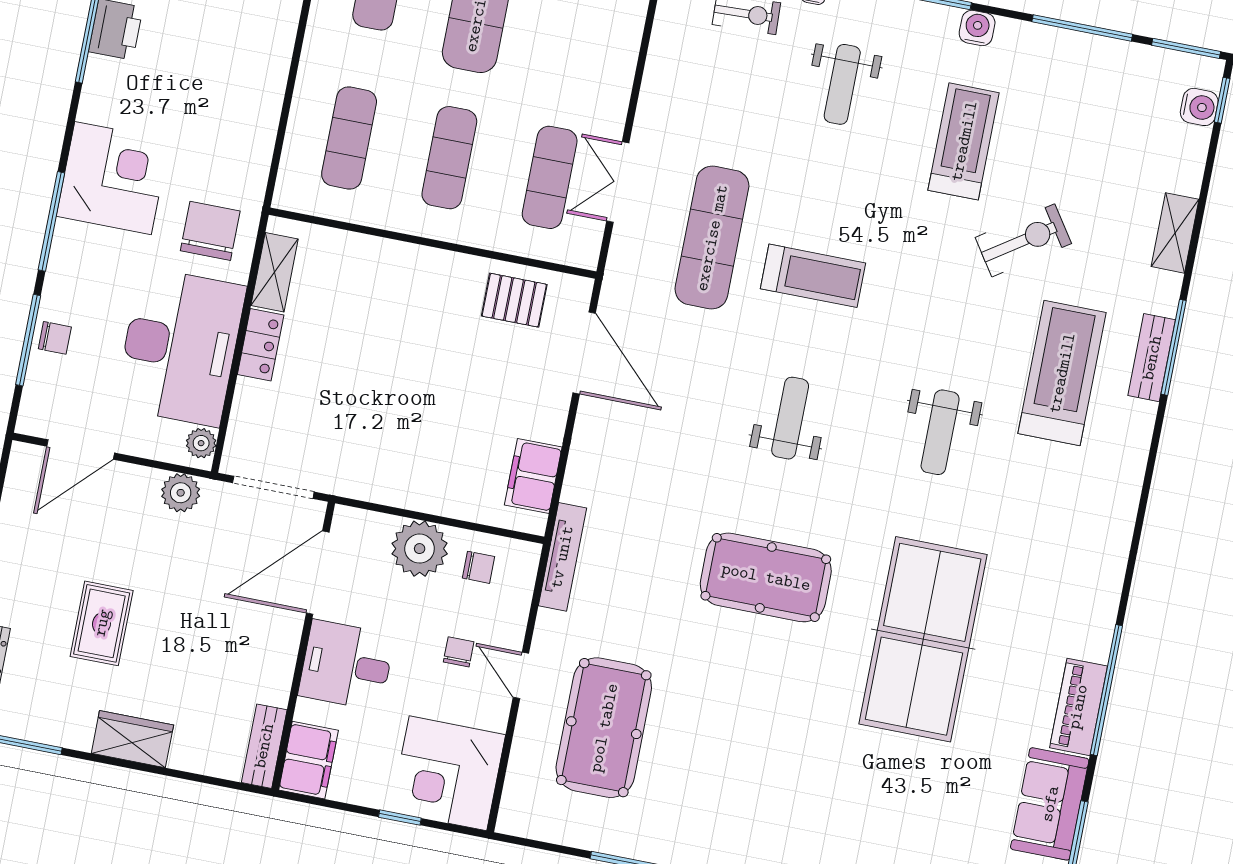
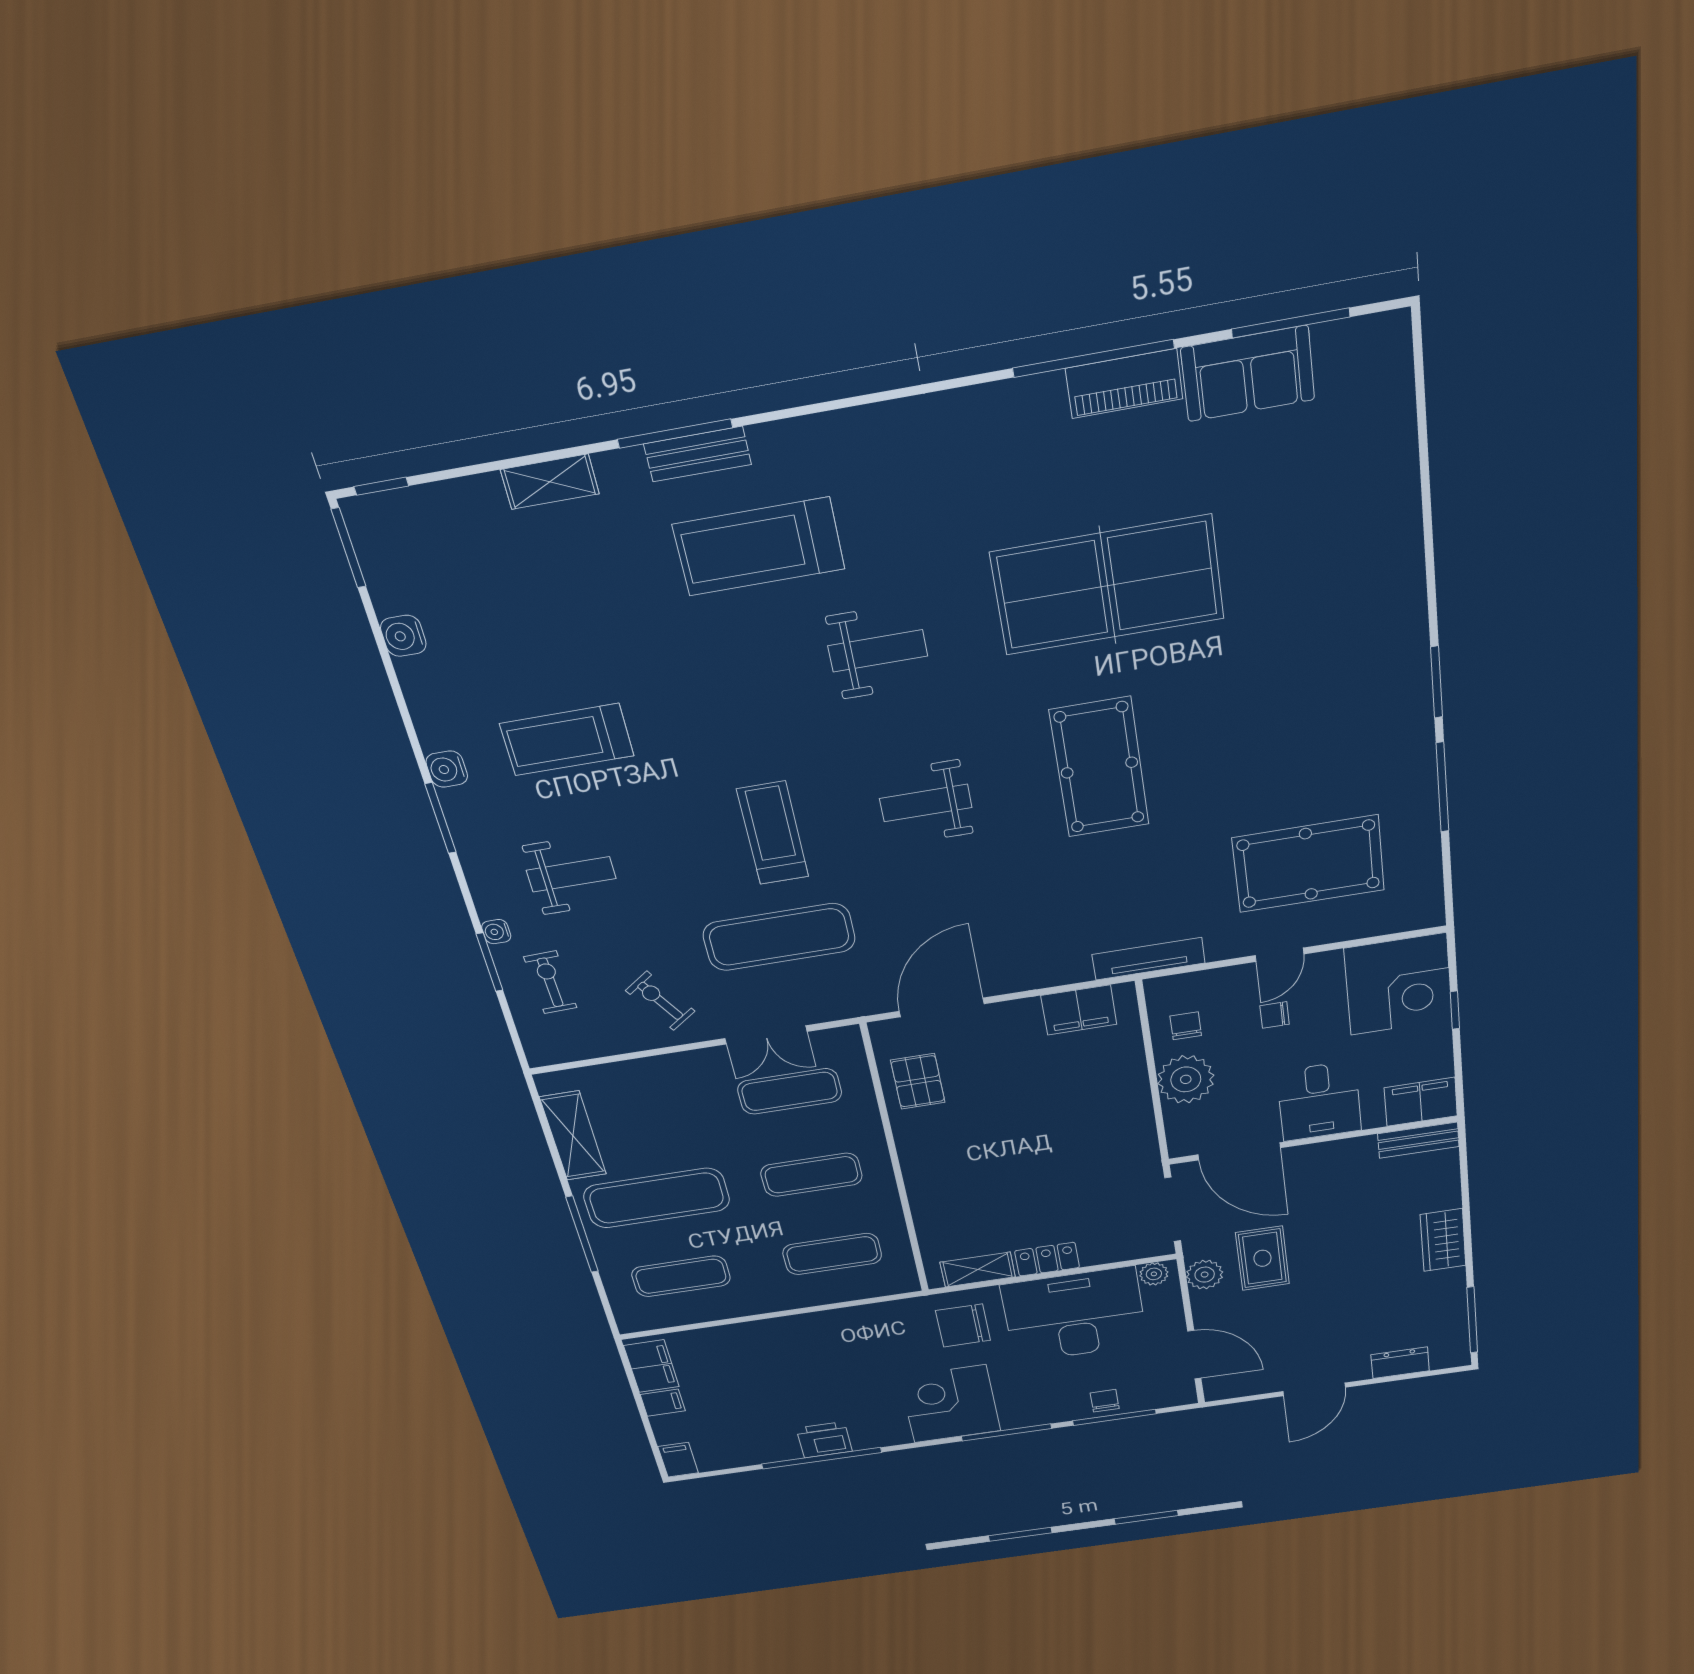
window: (1082, 28) -> (388, 665), removed
water cooler: (1199, 107) -> (403, 636), moved, turned -90
exercise bike: (1023, 240) -> (660, 1001), moved, width x0.73, depth x0.72
rug: (102, 623) -> (1262, 1258), moved, turned 90

